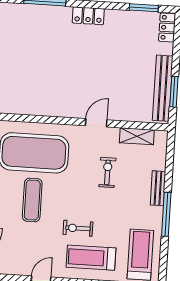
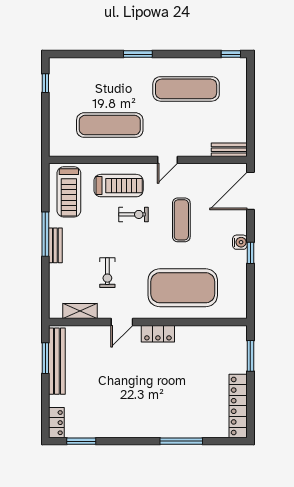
locker: (88, 16) -> (158, 334), moved, turned 180
bench: (158, 188) -> (55, 245), moved
exercise mat: (32, 200) -> (181, 220), moved

